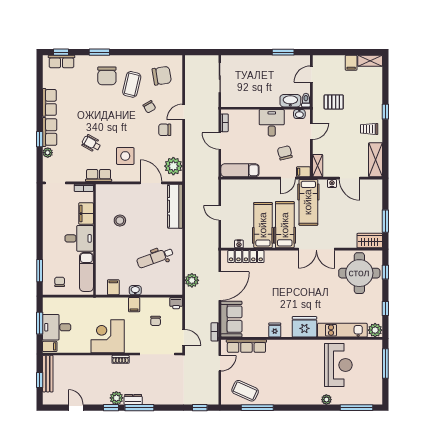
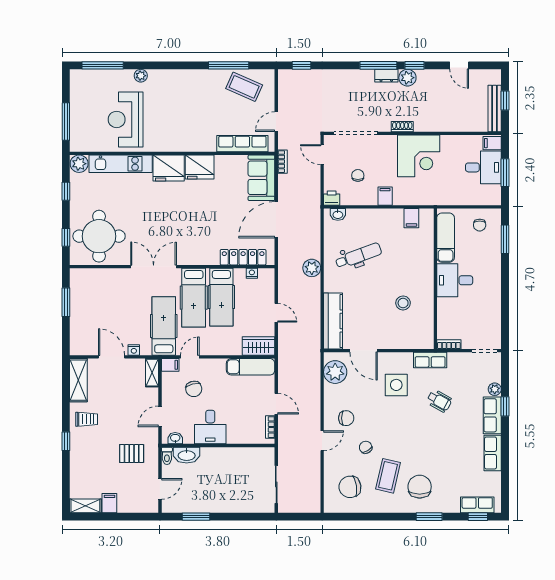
filing cabinet: (86, 214) -> (446, 312), removed
wardrobe: (370, 241) -> (259, 346), moved, turned 180
plant: (192, 280) -> (312, 268), moved
washbasin: (135, 290) -> (338, 214), moved
fridge: (275, 330) -> (200, 167), width x1.88, depth x1.34

